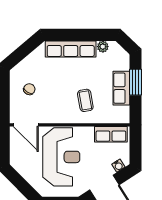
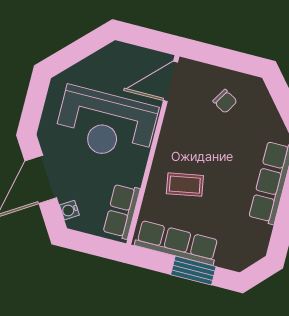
plant: (103, 47) -> (262, 234), removed
row of seats: (121, 88) -> (177, 243), width x1.48

